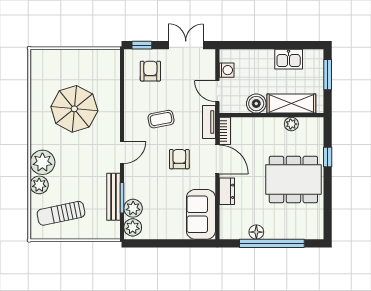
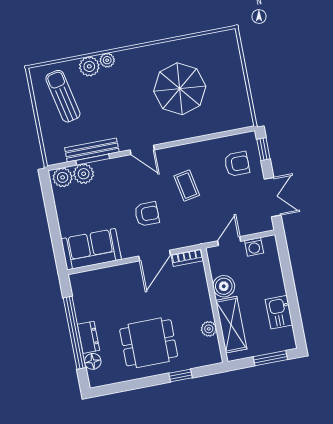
tv unit: (209, 122) -> (194, 239), removed
plant: (42, 162) -> (107, 60), width x0.53, depth x0.53
dining table: (293, 179) -> (149, 343), width x0.73
dresser: (227, 191) -> (88, 337), moved, turned -90
floor lamp: (256, 232) -> (93, 361), moved

